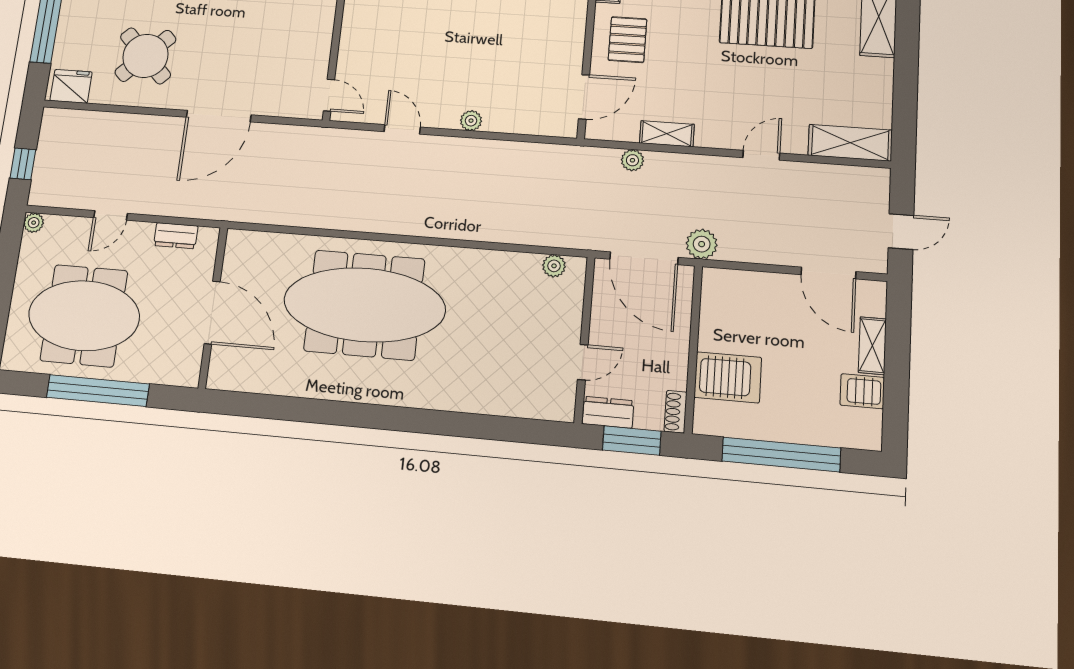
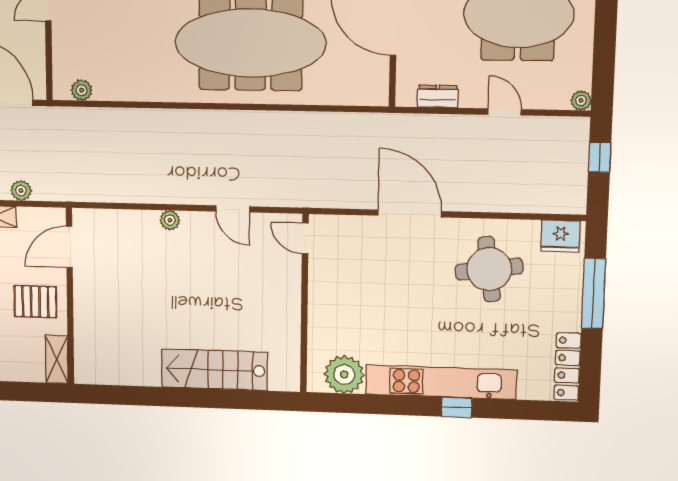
pallet: (627, 40) -> (35, 302), turned 90
round table: (145, 56) -> (489, 269), turned 37
door: (219, 116) -> (410, 213), hinge flipped
door: (111, 215) -> (505, 112), hinge flipped

